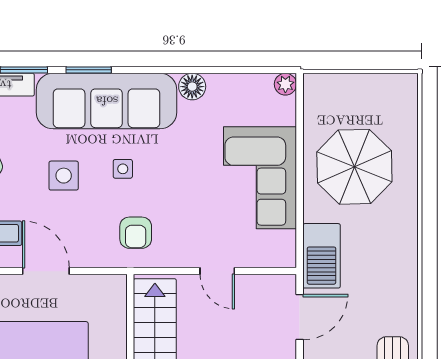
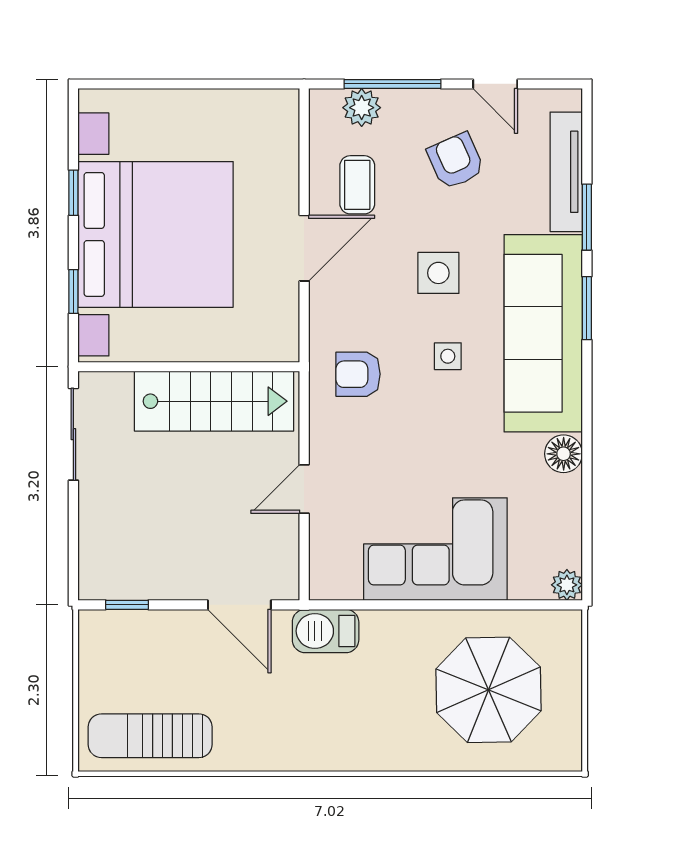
parasol: (354, 167) -> (489, 690), moved
barbecue: (321, 256) -> (326, 631), width x0.73, depth x0.83

